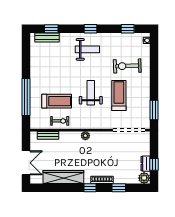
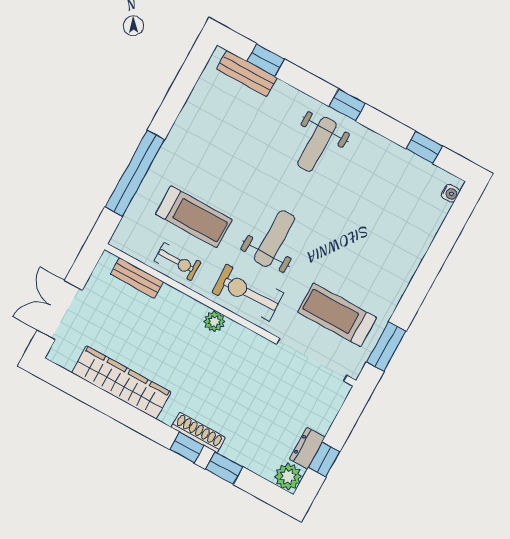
weight bench: (87, 49) -> (317, 144), turned 90
exercise bike: (127, 66) -> (248, 293), moved
treadmill: (119, 96) -> (337, 315), moved, turned -90
double door: (26, 163) -> (60, 310), swing flipped
window: (90, 188) -> (187, 447), moved

